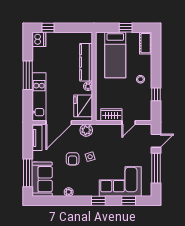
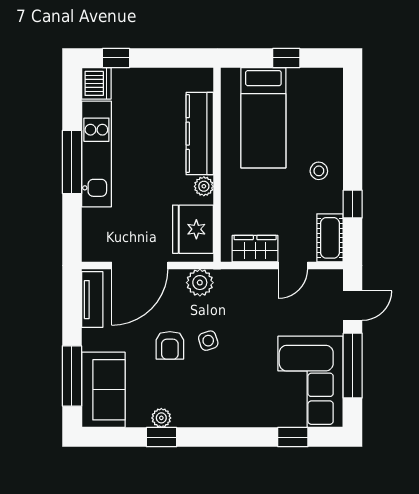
cot: (146, 43) -> (330, 238), moved
kitchen unit: (39, 97) -> (96, 154), moved
corner sofa: (120, 181) -> (310, 382), moved, turned -90
window: (98, 201) -> (161, 437), moved

